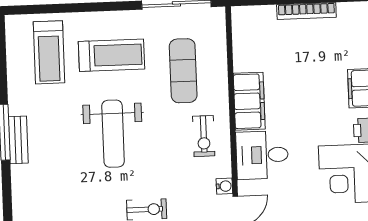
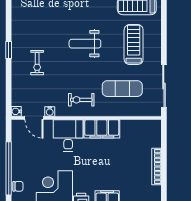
treadmill: (112, 55) -> (134, 45), turned 180
weight bench: (113, 134) -> (85, 44), width x0.73, depth x0.75

